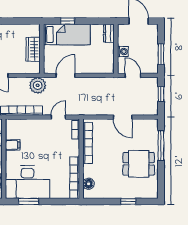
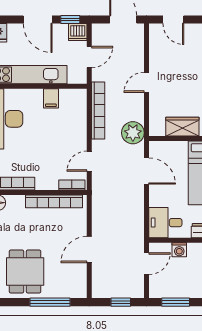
desk: (103, 62) -> (165, 223), added
door: (58, 117) -> (89, 161), swing flipped

